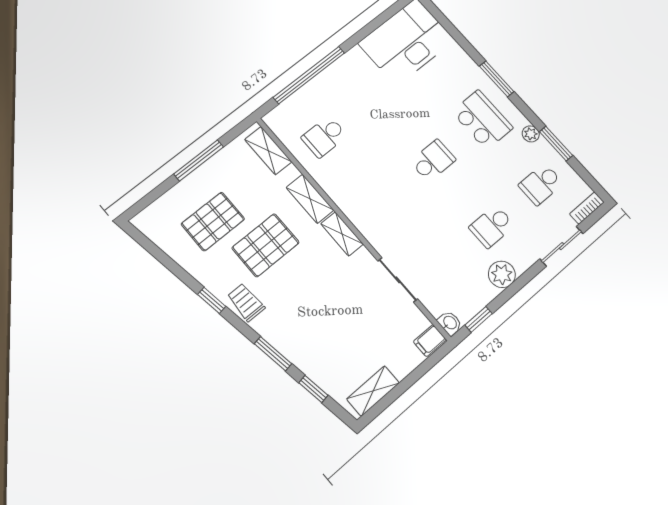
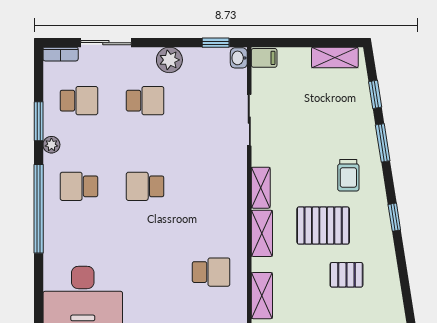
window: (497, 79) -> (39, 209), width x2.11
school desk: (482, 120) -> (79, 186), width x0.54
pallet: (213, 221) -> (346, 275), width x0.67, depth x0.71
trolley: (246, 302) -> (348, 175), moved

